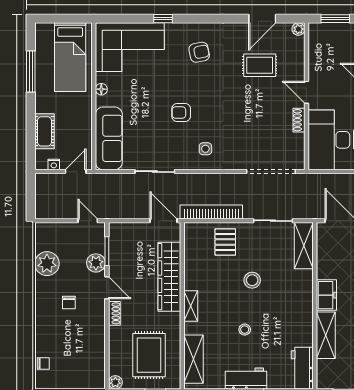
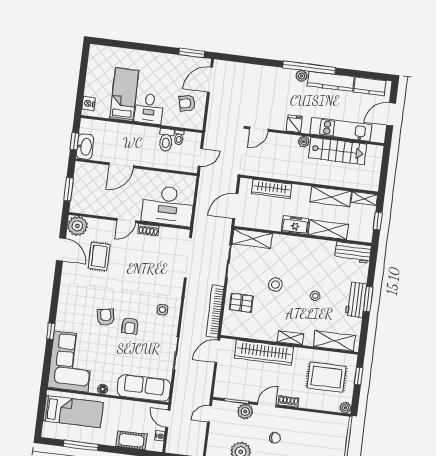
plant: (298, 29) -> (77, 226), width x1.88, depth x1.88
armchair: (199, 52) -> (106, 317), moved

